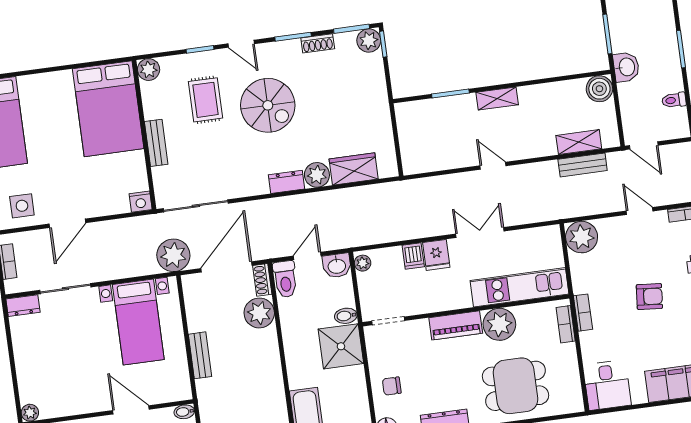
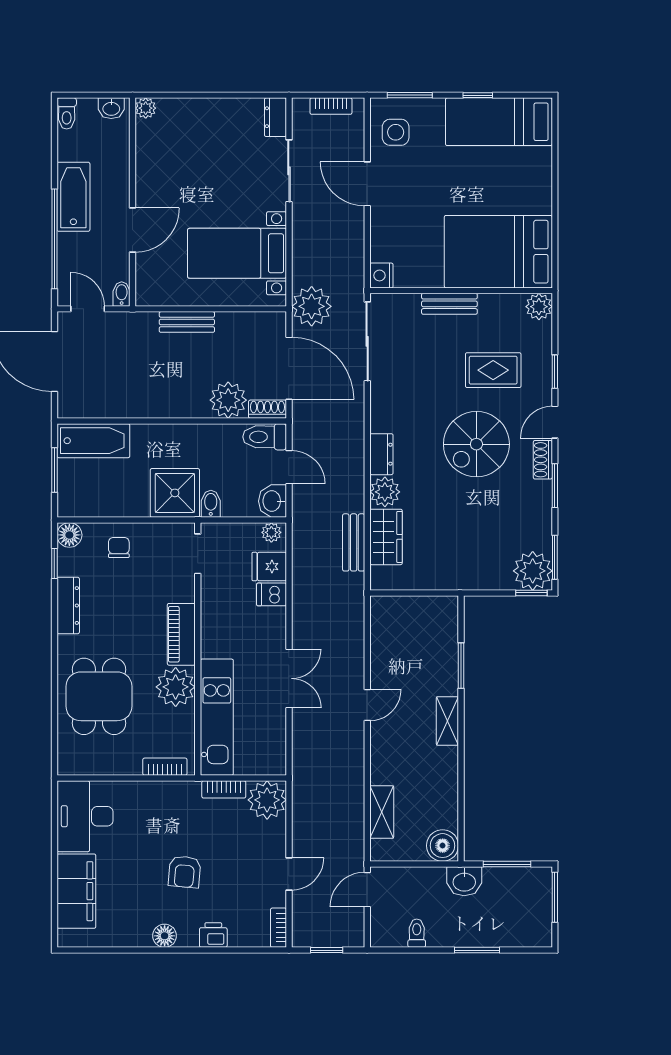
plant: (369, 41) -> (533, 571), width x1.36, depth x1.36
shoe rack: (318, 43) -> (543, 460), moved
bench: (583, 165) -> (354, 542), moved
fridge: (436, 255) -> (269, 566), moved
bookcase: (583, 313) -> (224, 789), moved
desk: (607, 385) -> (85, 816), width x1.37

